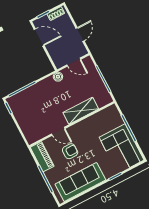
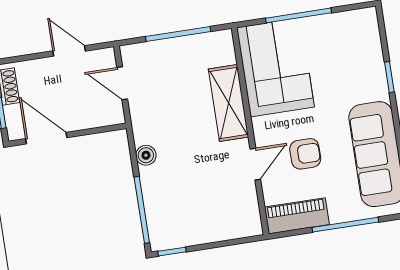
door: (39, 37) -> (46, 138), hinge flipped
door: (74, 62) -> (122, 83), swing flipped
boiler: (58, 77) -> (146, 155), moved
corner sofa: (122, 149) -> (275, 67), moved, turned -90
armchair: (70, 151) -> (305, 154), turned 90

